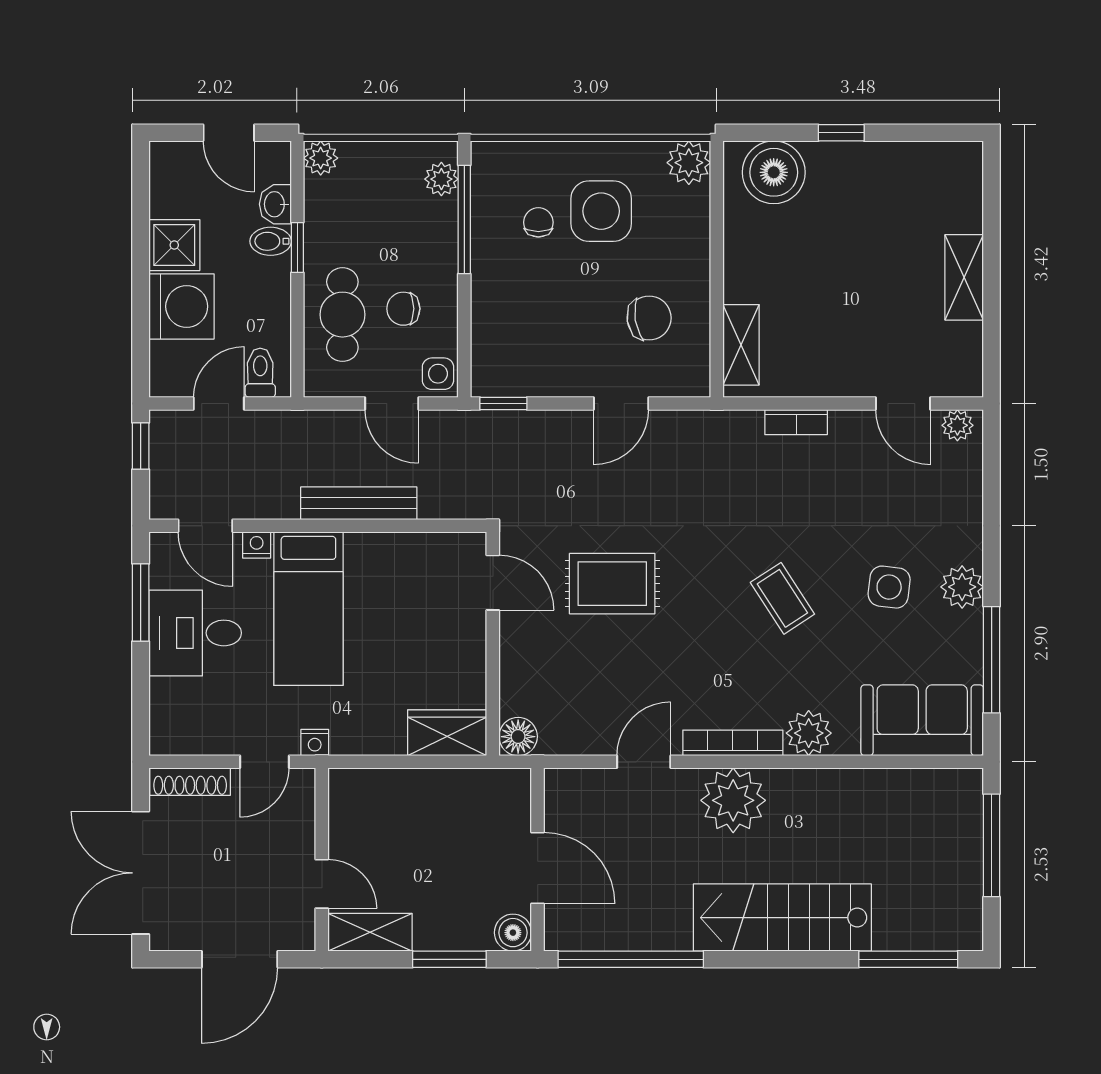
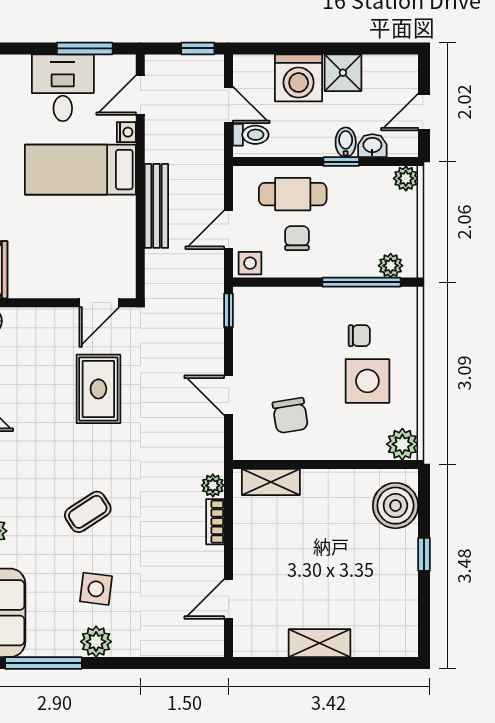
plant: (957, 425) -> (213, 485), moved

